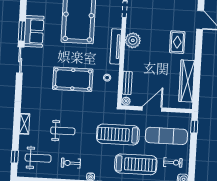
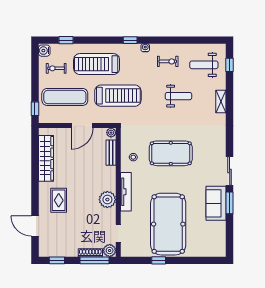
weight bench: (63, 131) -> (178, 96), turned 180

